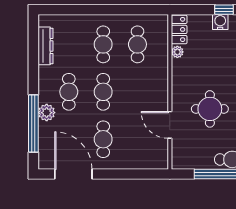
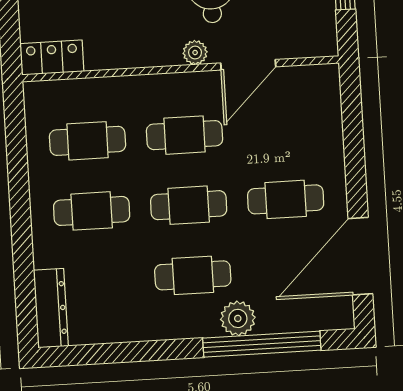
dresser: (45, 46) -> (51, 308), moved, turned 90
plant: (177, 52) -> (195, 53), moved
cafe table: (137, 92) -> (184, 135), added

